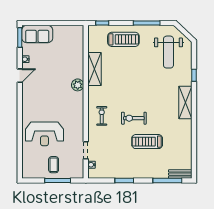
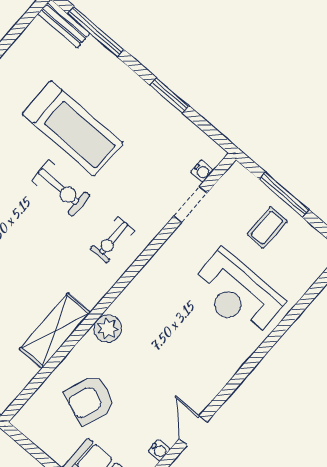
armchair: (63, 56) -> (90, 400), added
door: (20, 76) -> (193, 431), hinge flipped
reception desk: (44, 134) -> (237, 294), turned 180
treadmill: (147, 142) -> (73, 128), width x1.37, depth x1.38

